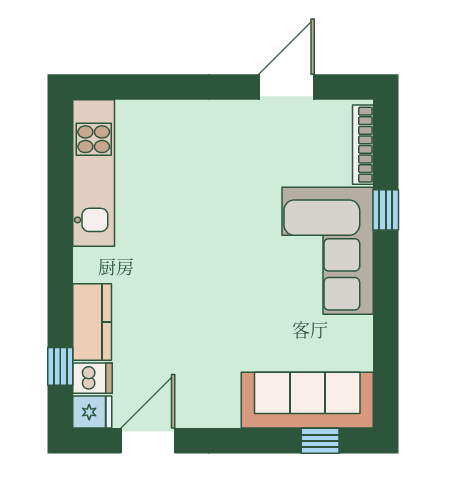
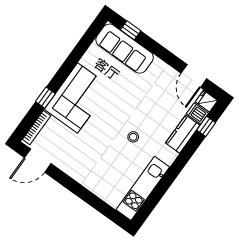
door: (286, 87) -> (38, 161), moved
stool: (177, 253) -> (133, 137), added
door: (148, 441) -> (194, 76), hinge flipped

